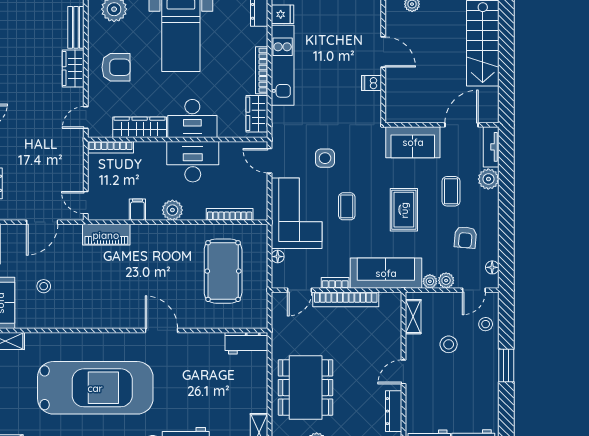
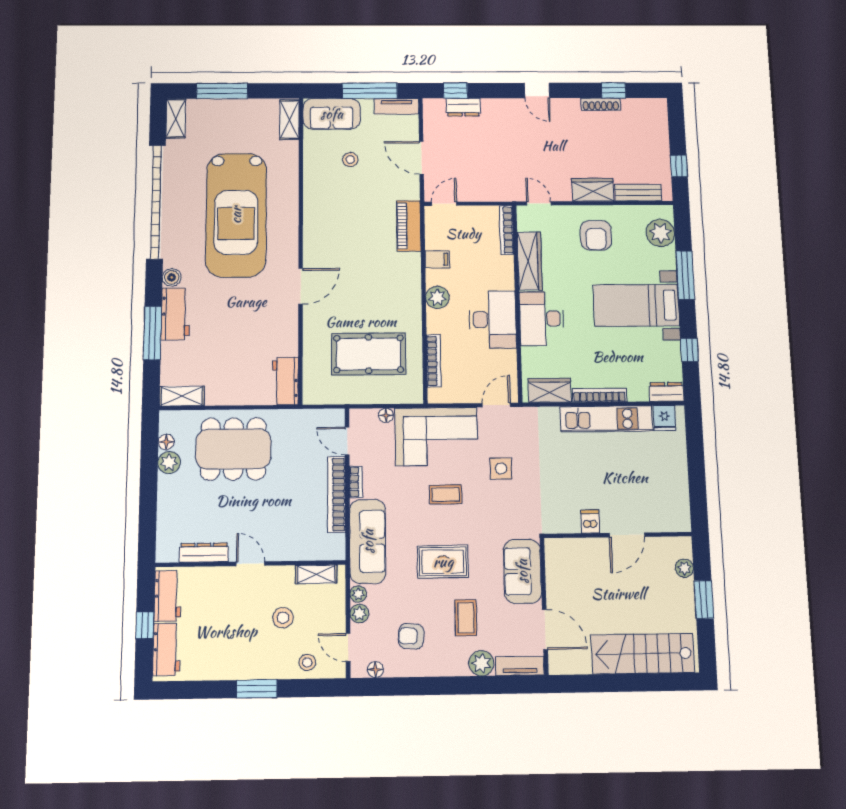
coffee table: (451, 191) -> (466, 618), turned 90

